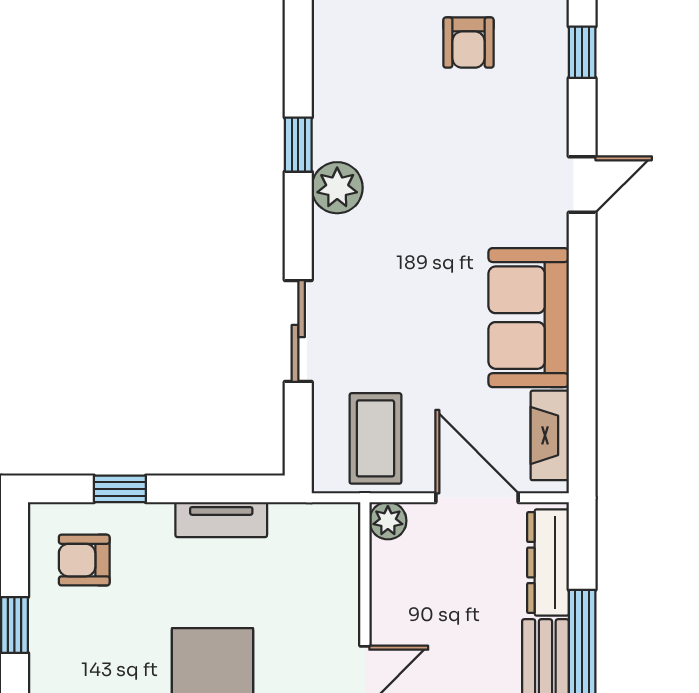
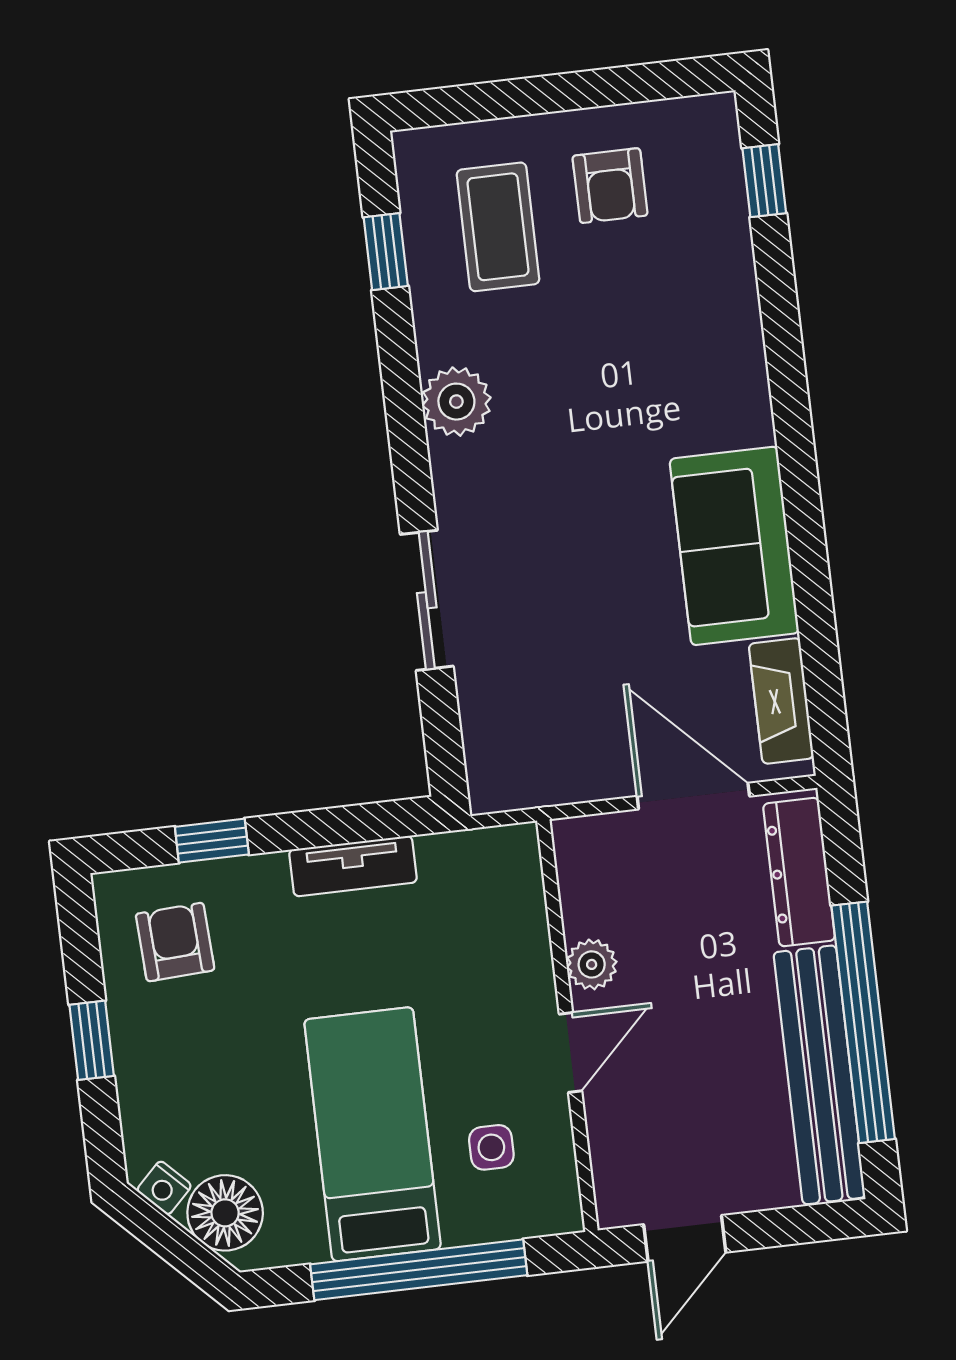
window: (298, 145) -> (386, 252), moved
door: (582, 185) -> (785, 359), removed
coffee table: (375, 438) -> (498, 227), moved
plant: (388, 521) -> (592, 964), moved
armchair: (84, 560) -> (175, 942), turned 87

